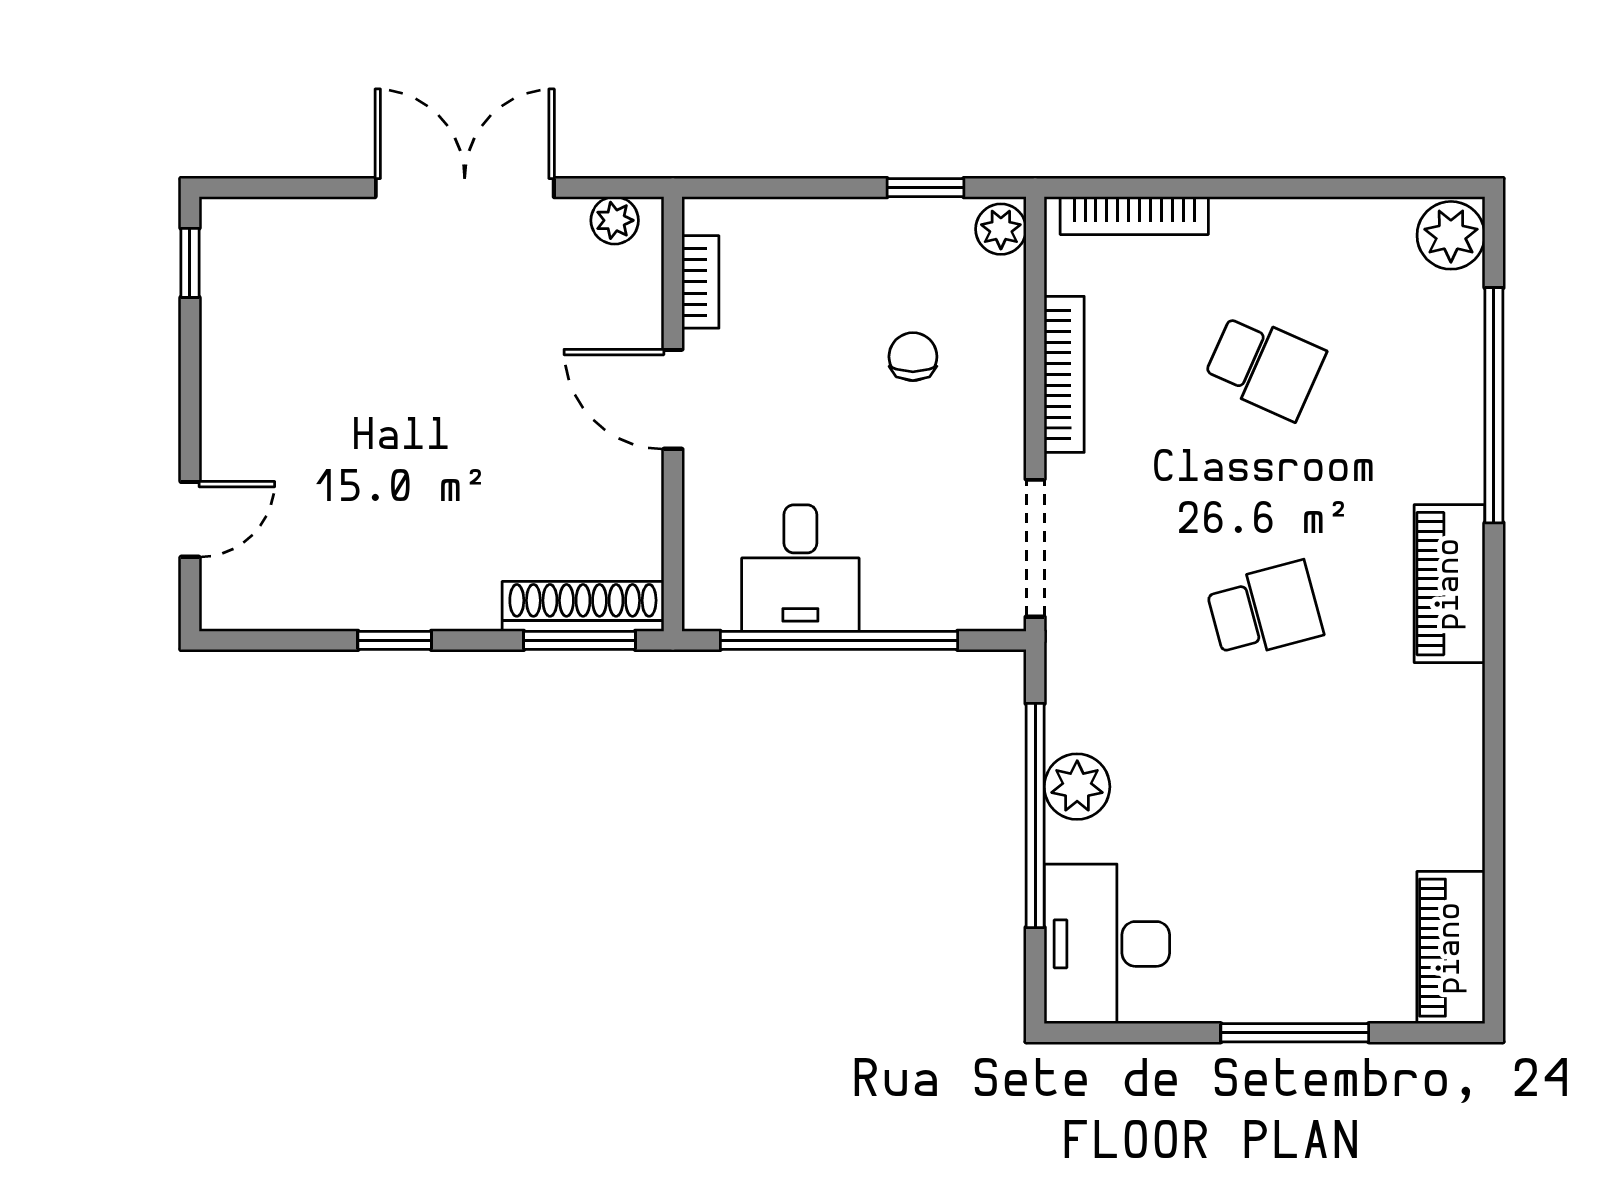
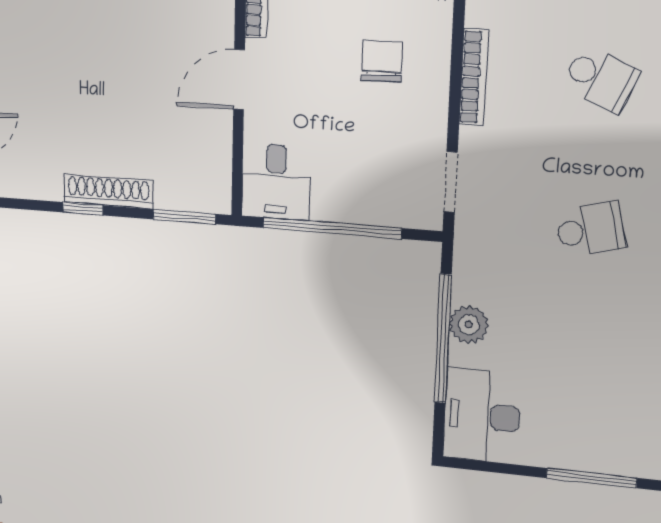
chair: (913, 357) -> (382, 61), width x1.37, depth x1.37
door: (673, 399) -> (239, 80), hinge flipped
doorway: (1035, 548) -> (451, 182), width x0.73
desk: (800, 568) -> (276, 182), moved
shoe rack: (583, 606) -> (108, 192), moved

